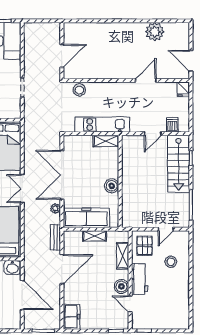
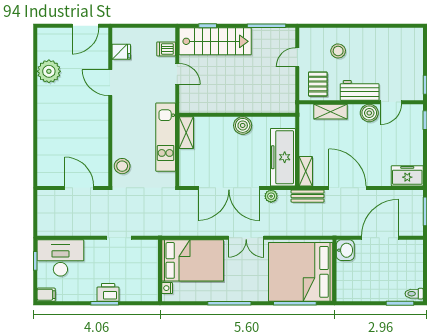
fridge: (183, 89) -> (121, 52), moved
door: (166, 229) -> (297, 57), swing flipped
shelving: (95, 236) -> (306, 171), moved
pallet: (145, 246) -> (318, 84), turned 90

